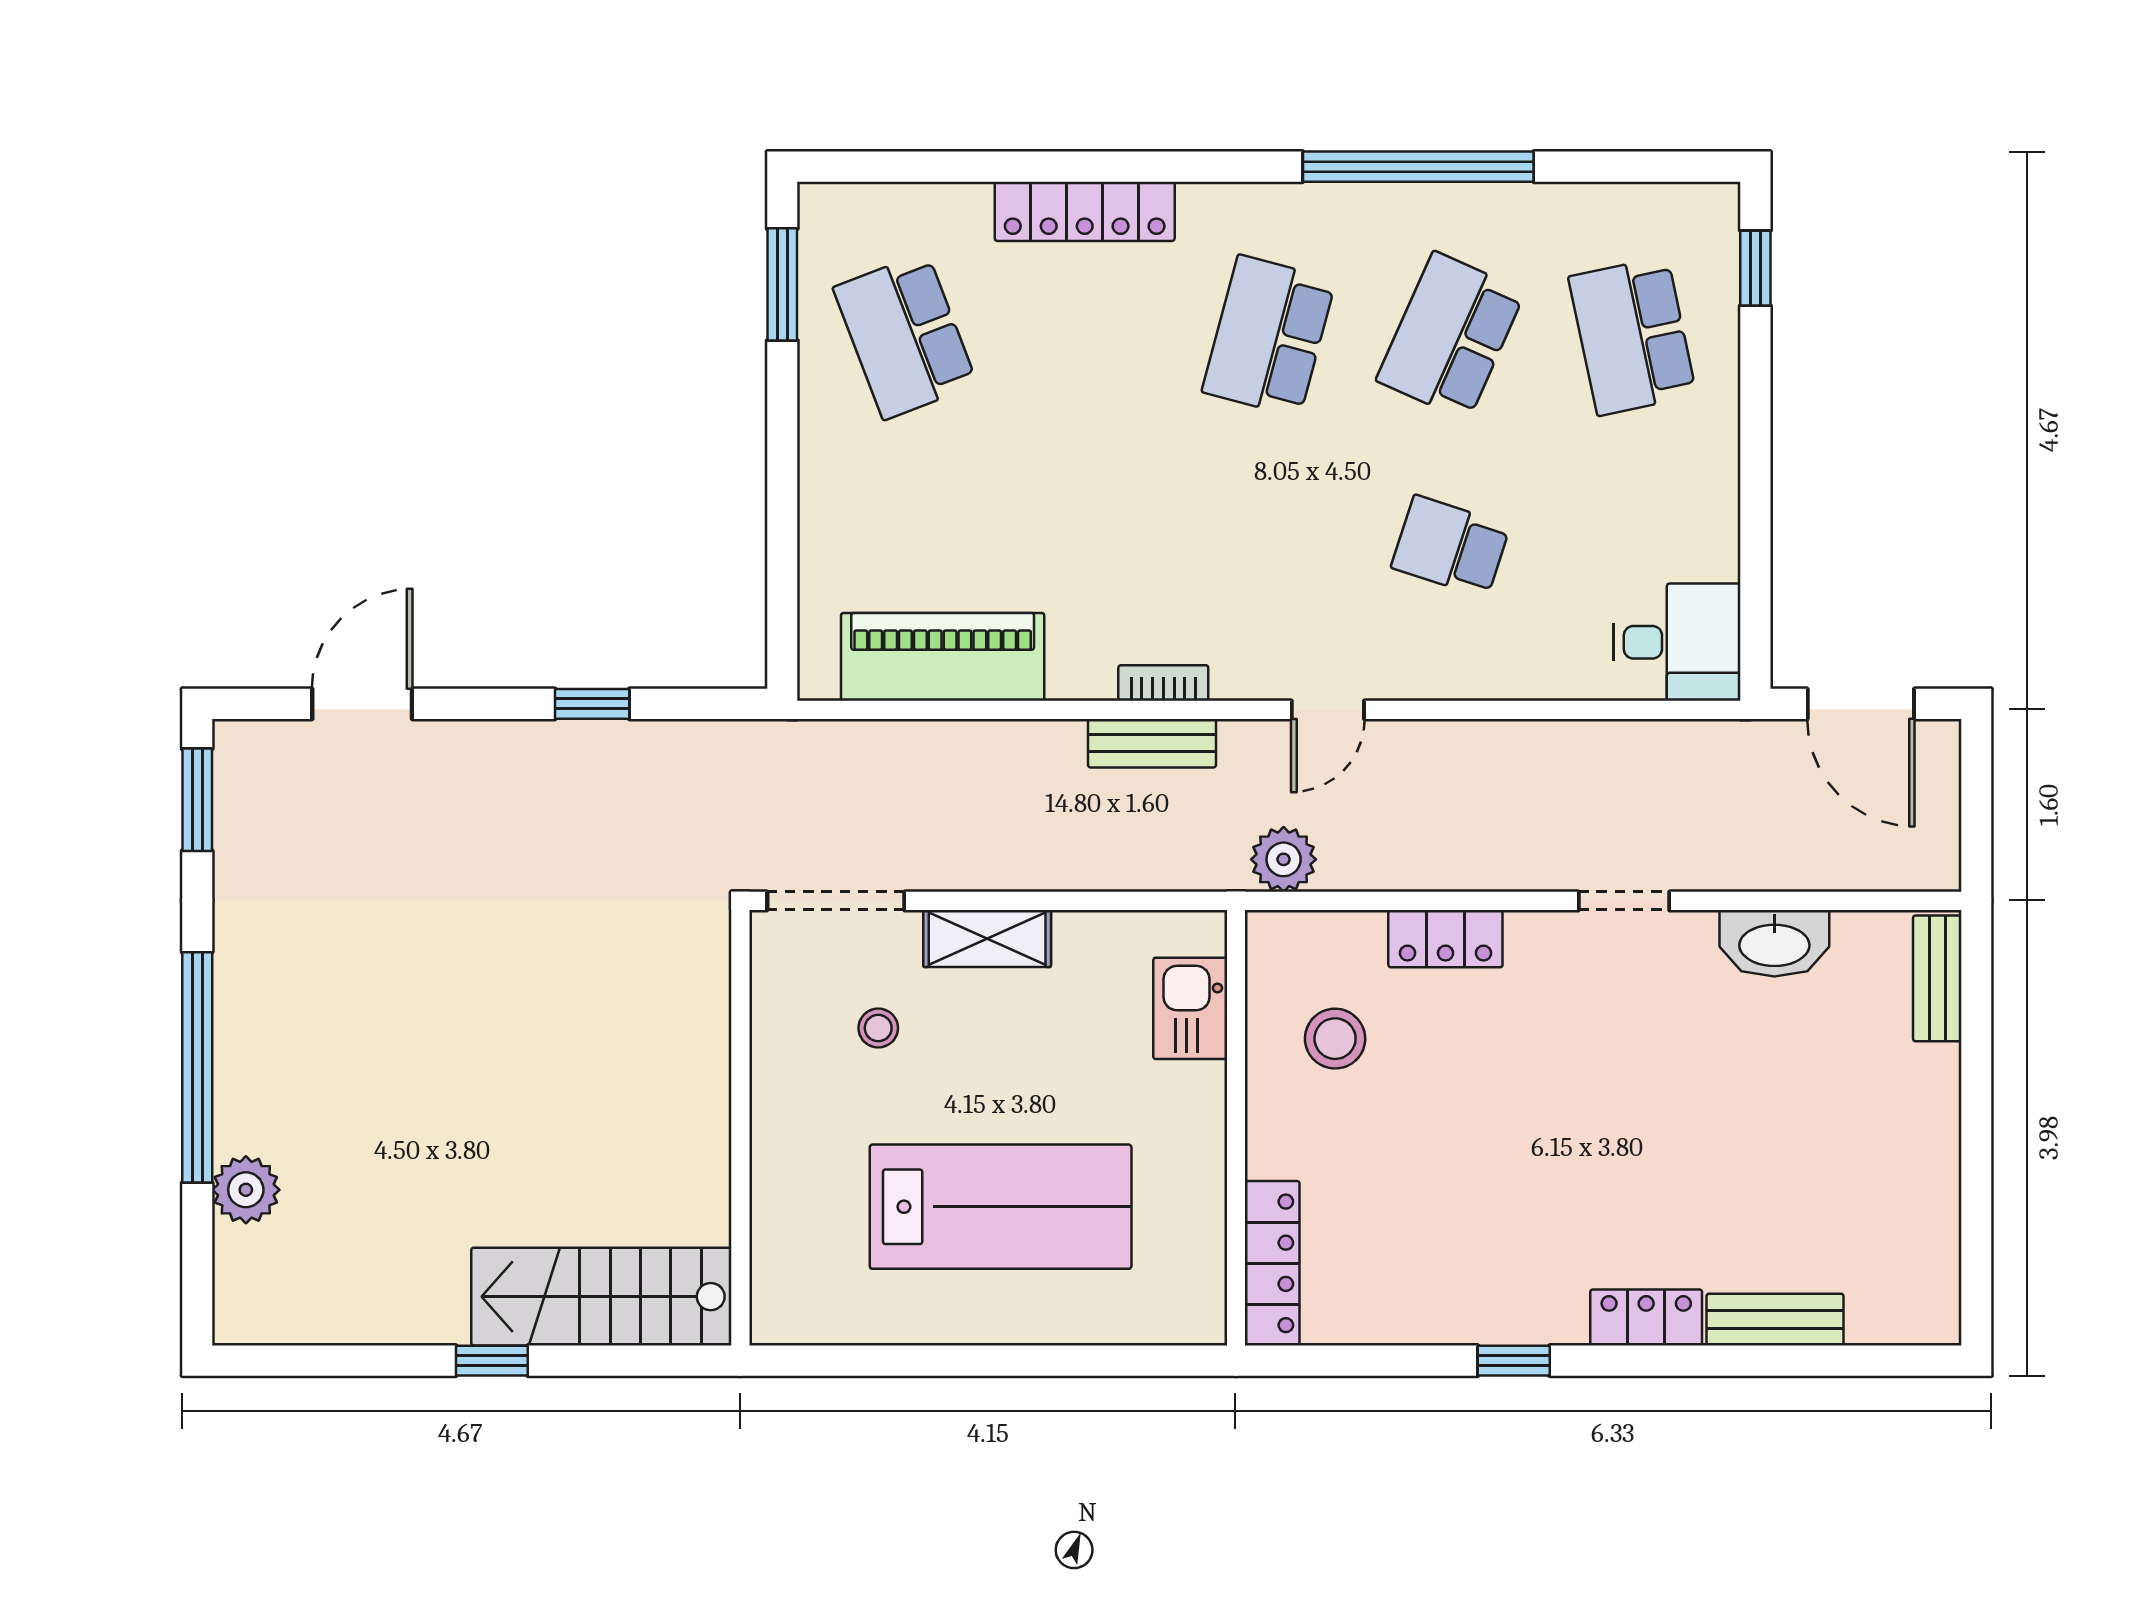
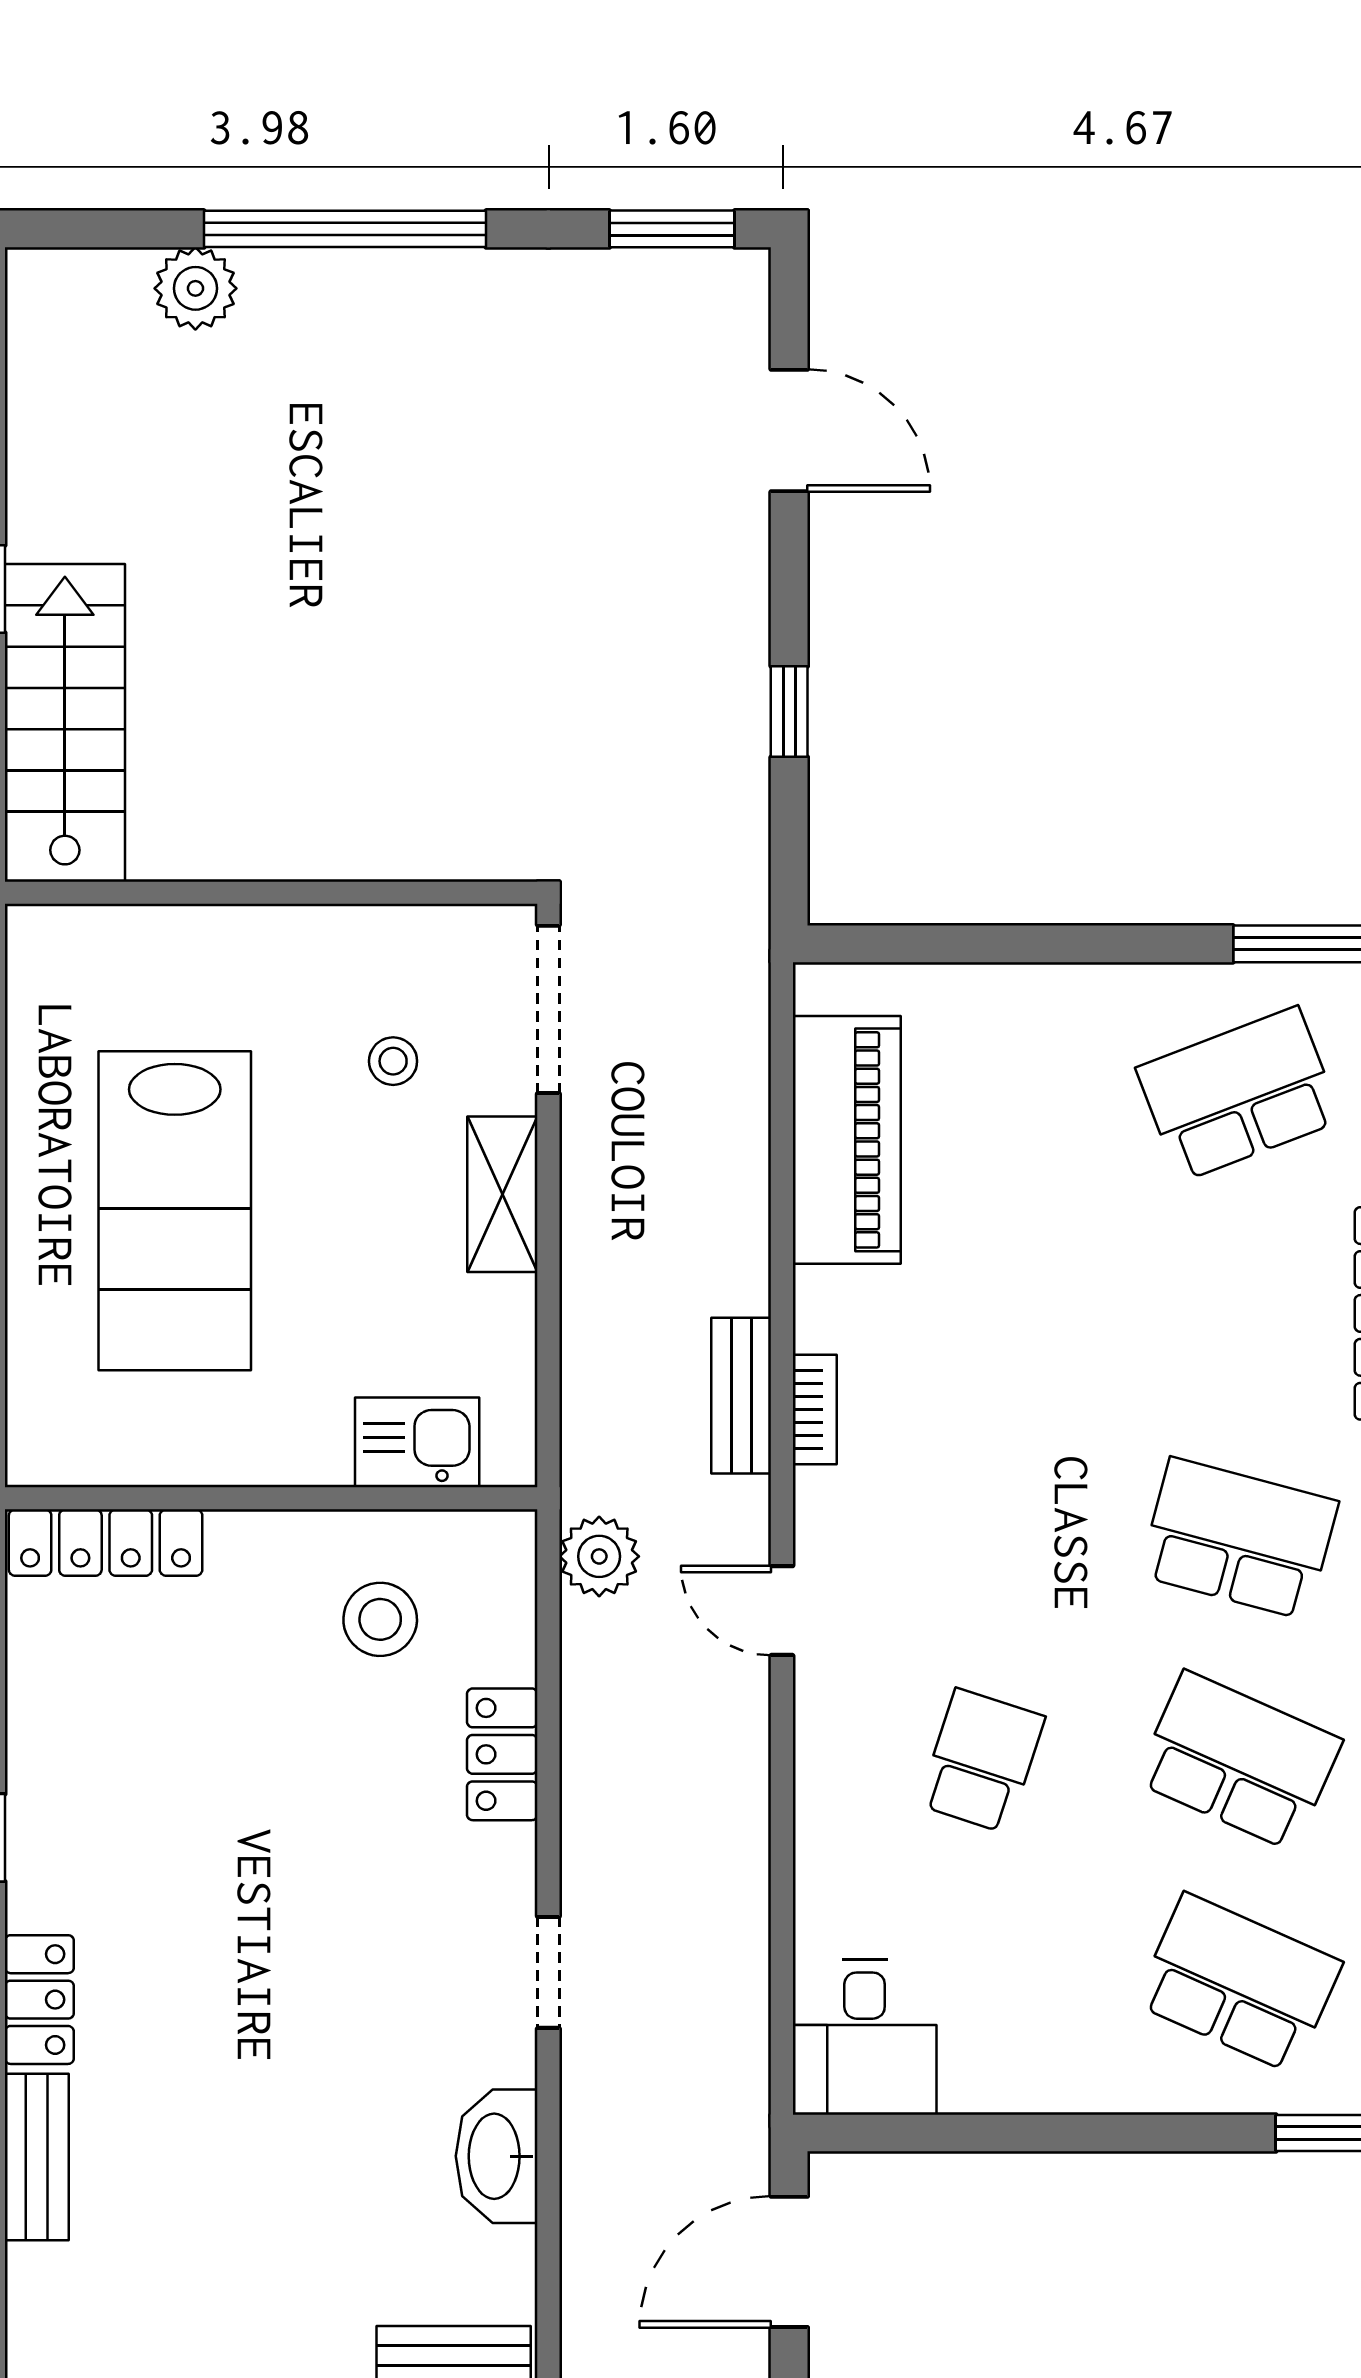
school desk: (1632, 336) -> (1239, 1983), turned 36

